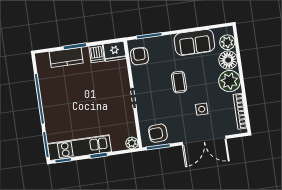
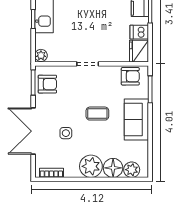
sofa: (194, 42) -> (136, 120), moved
bookcase: (240, 111) -> (51, 173), width x0.64
armchair: (158, 133) -> (47, 84), turned 93

